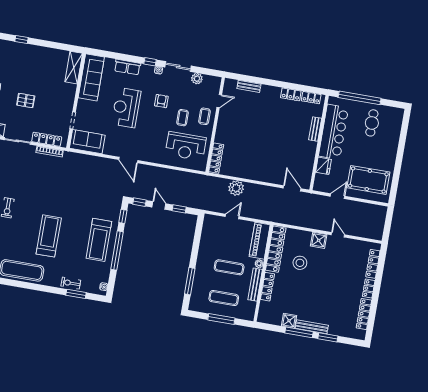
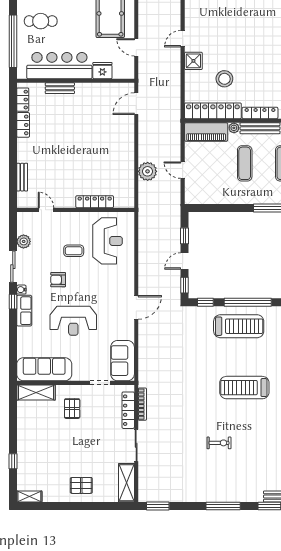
row of seats: (127, 67) -> (24, 311), moved
pallet: (26, 101) -> (72, 409), moved
coffee table: (204, 116) -> (68, 225), removed
locker: (216, 158) -> (95, 202), moved

